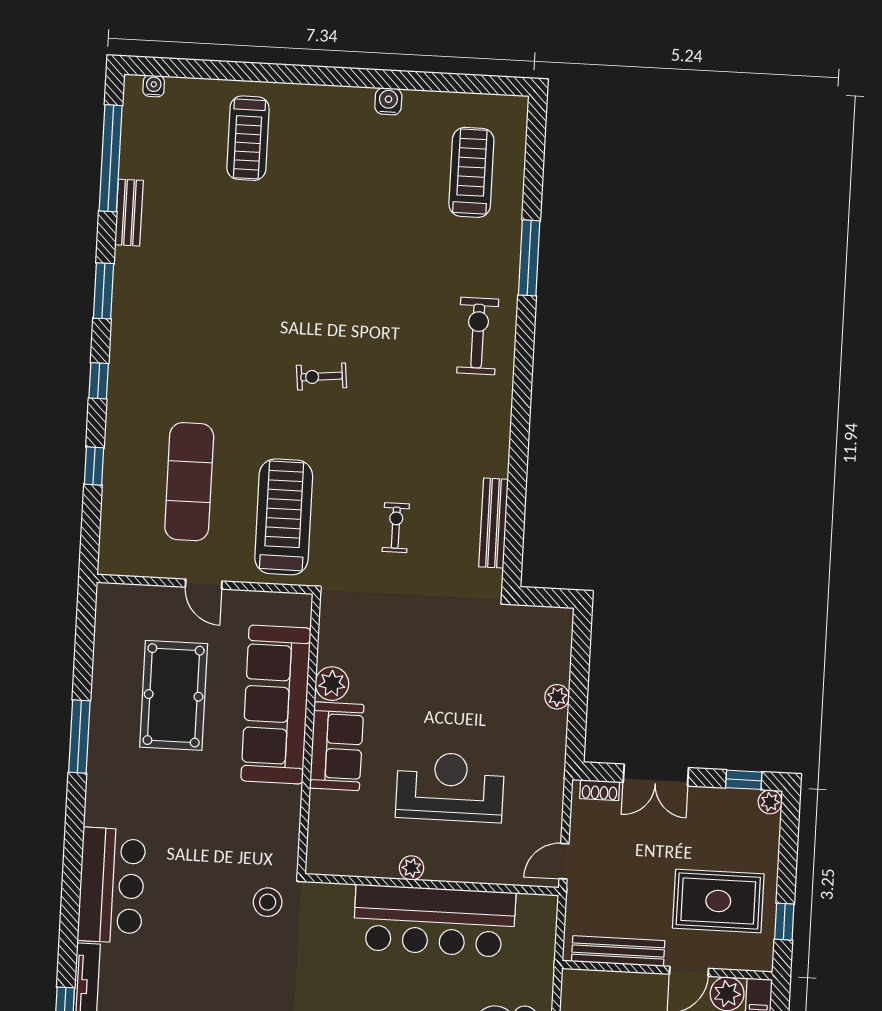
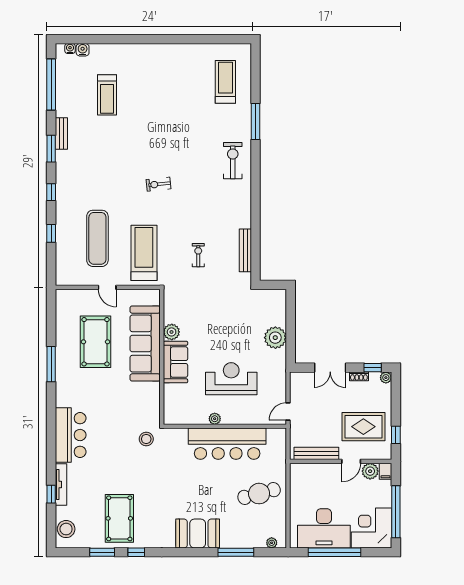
water cooler: (388, 101) -> (83, 50), moved
treadmill: (248, 138) -> (107, 95), moved
bench: (129, 213) -> (61, 133), moved
plant: (557, 697) -> (275, 338), width x1.88, depth x1.88
shoe rack: (600, 790) -> (359, 376), moved

